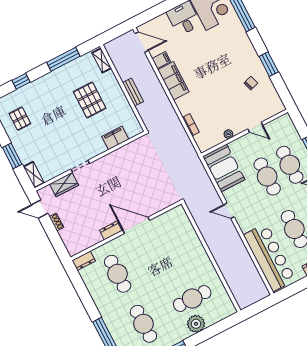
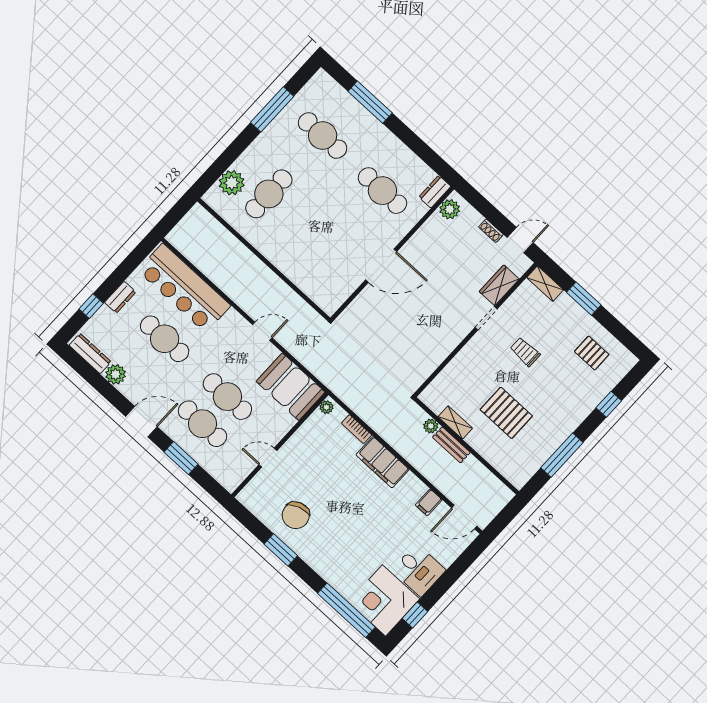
shelving: (102, 61) -> (455, 422), moved
filing cabinet: (173, 81) -> (383, 462), moved
chair: (251, 83) -> (296, 515), width x1.87, depth x1.87
plant: (142, 109) -> (431, 426), added
plant: (228, 134) -> (326, 407), moved
trolley: (63, 135) -> (525, 352), added
filing cabinet: (115, 138) -> (453, 374), removed
dresser: (111, 231) -> (413, 246), removed
plant: (78, 246) -> (450, 209), added
plant: (196, 324) -> (232, 183), moved

